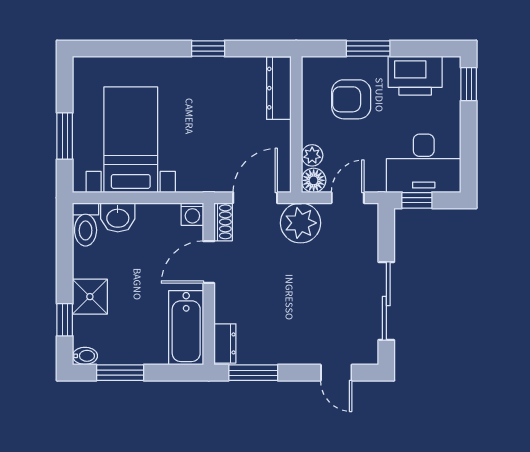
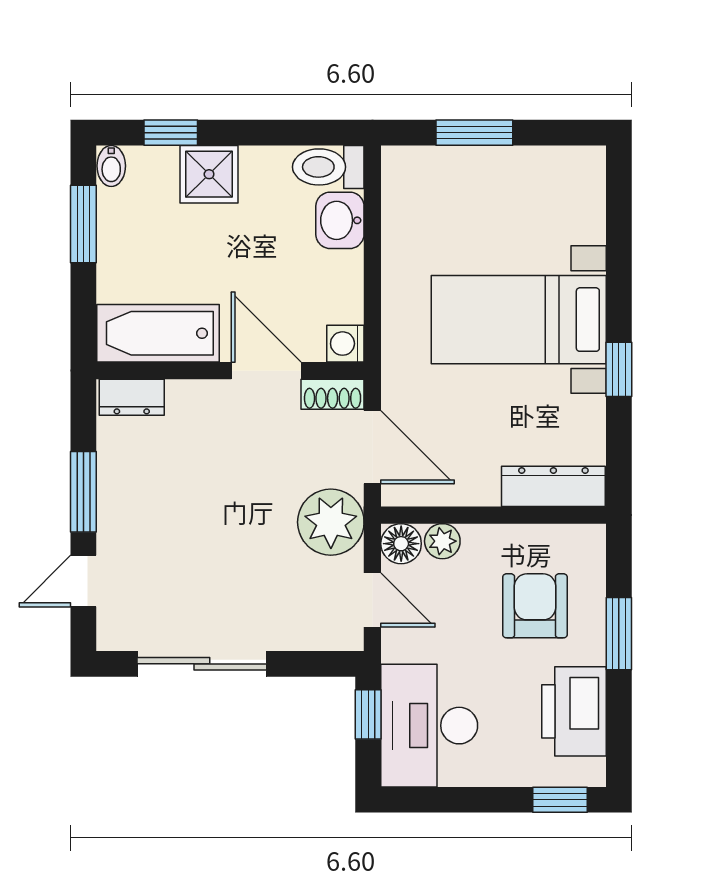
bed with nightstands: (131, 140) -> (519, 320), moved, turned 180
window: (253, 373) -> (83, 492), moved

